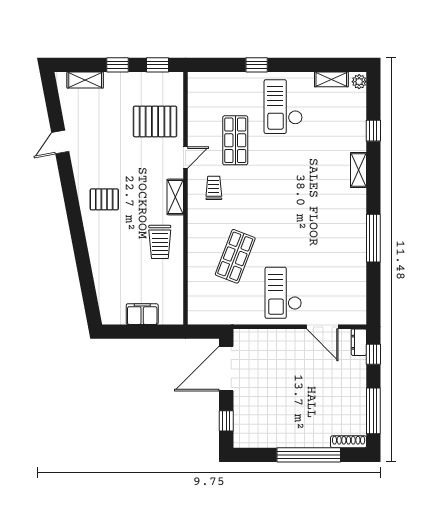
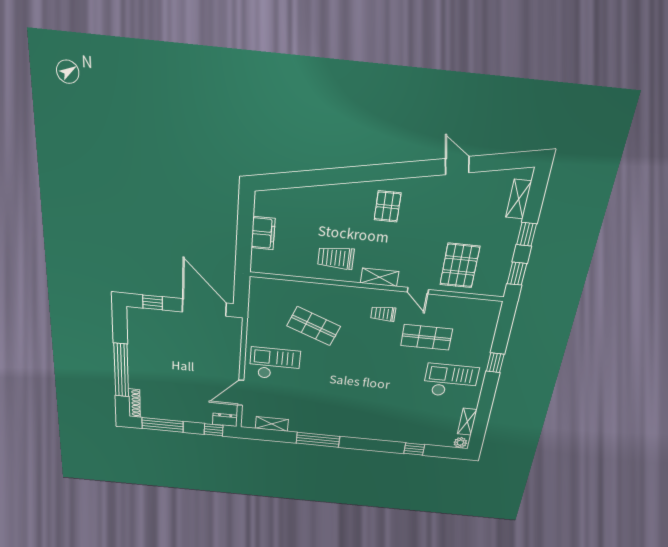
shelving: (358, 170) -> (272, 424), moved
trolley: (214, 188) -> (383, 314), turned 180

